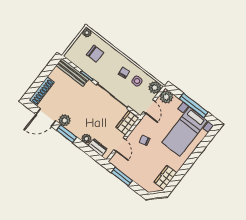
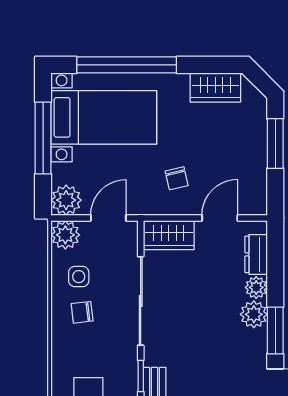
plant: (65, 120) -> (254, 314), moved
window: (197, 153) -> (127, 65), added
window: (122, 177) -> (275, 143), moved

